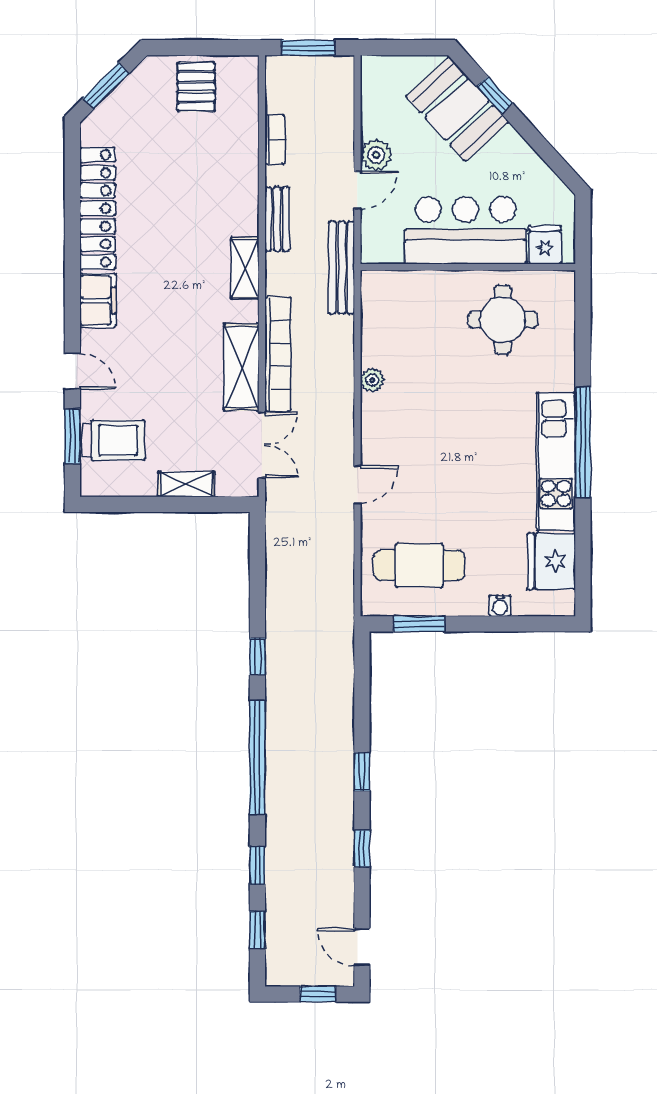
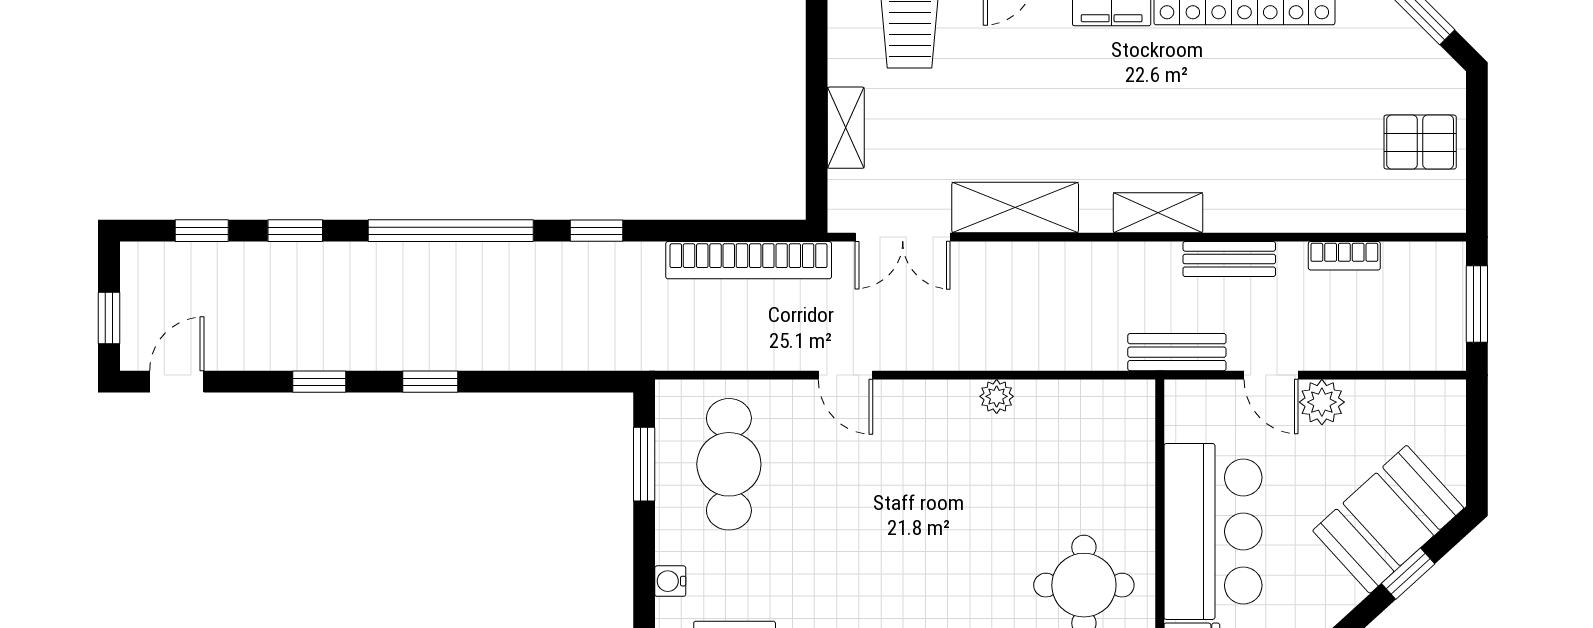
bench: (342, 268) -> (1177, 352), width x0.73
bookcase: (278, 354) -> (749, 260), moved

